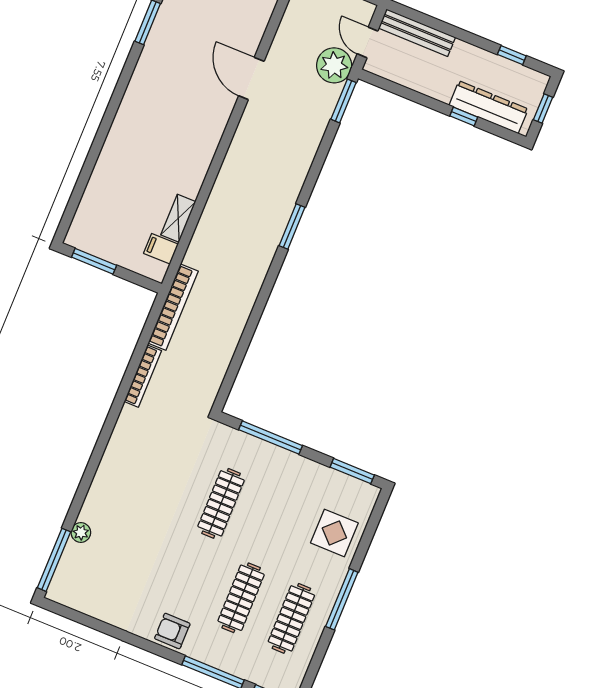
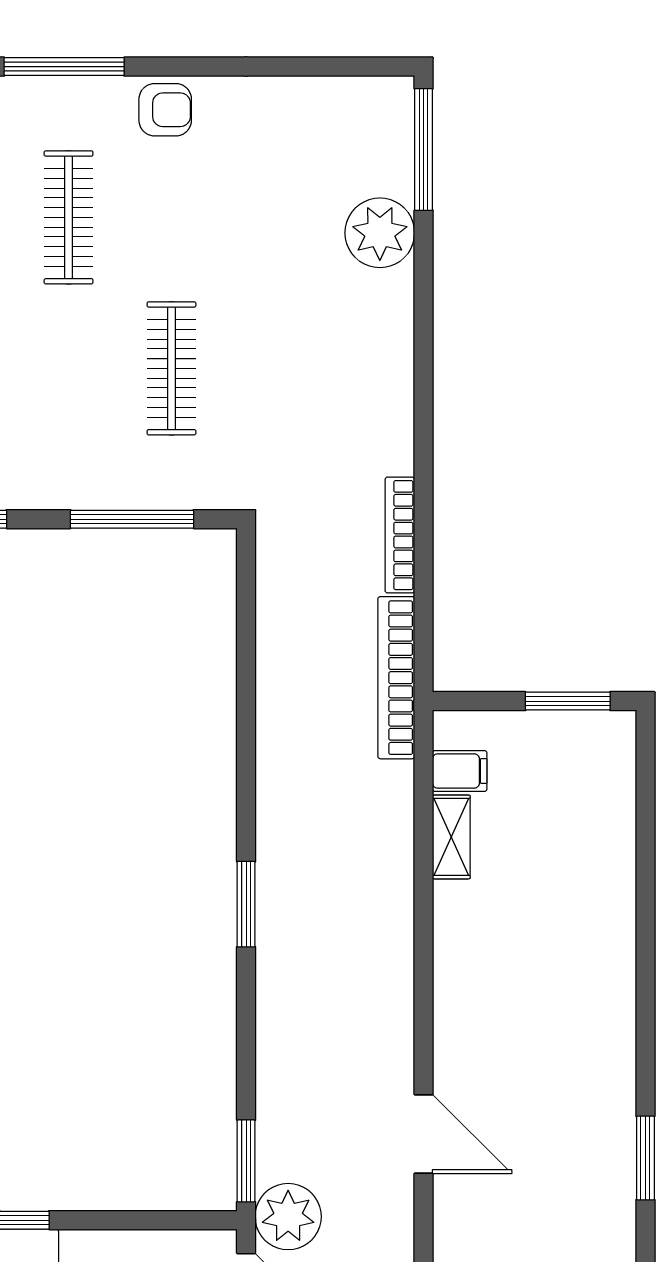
plant: (81, 533) -> (380, 233), width x1.88, depth x1.88

